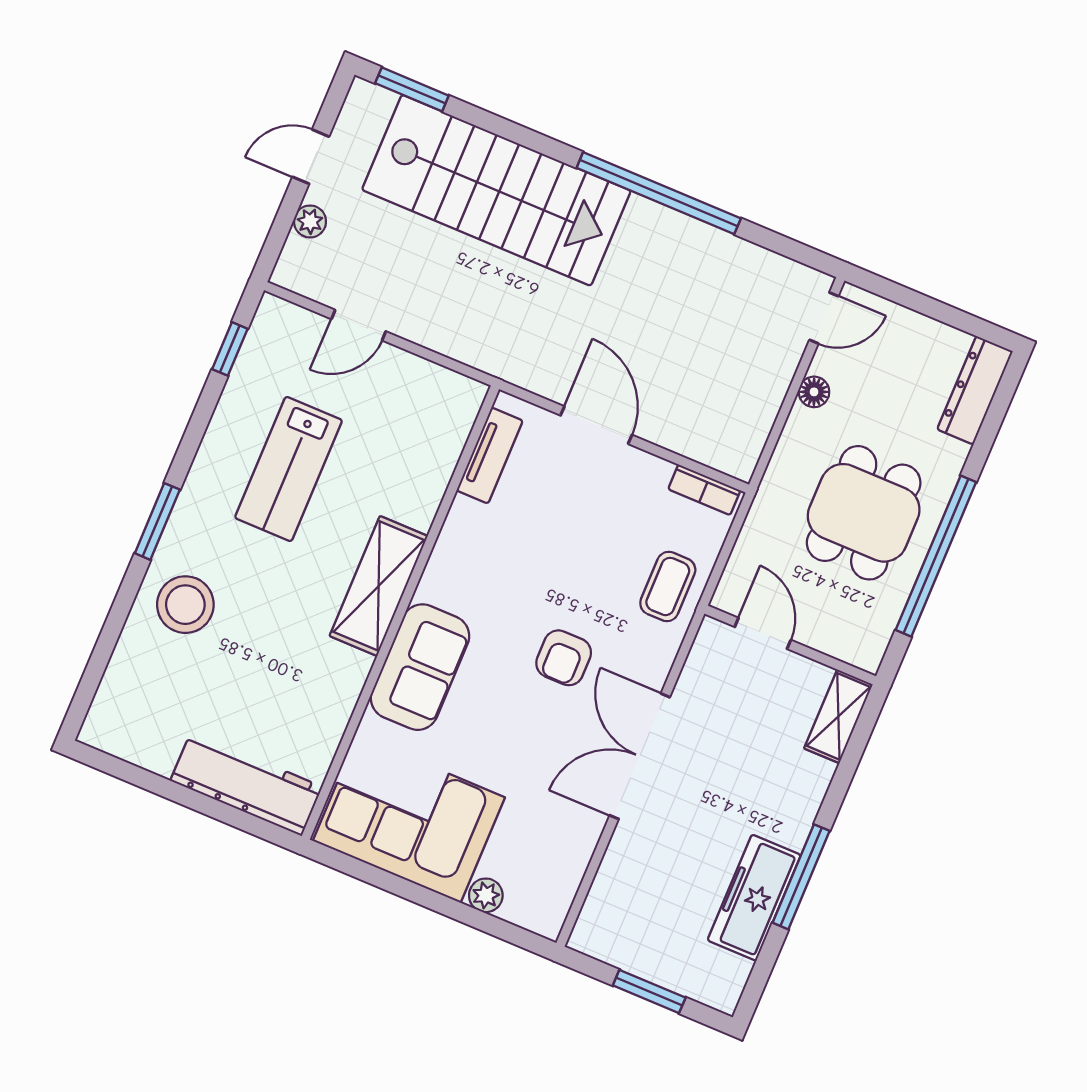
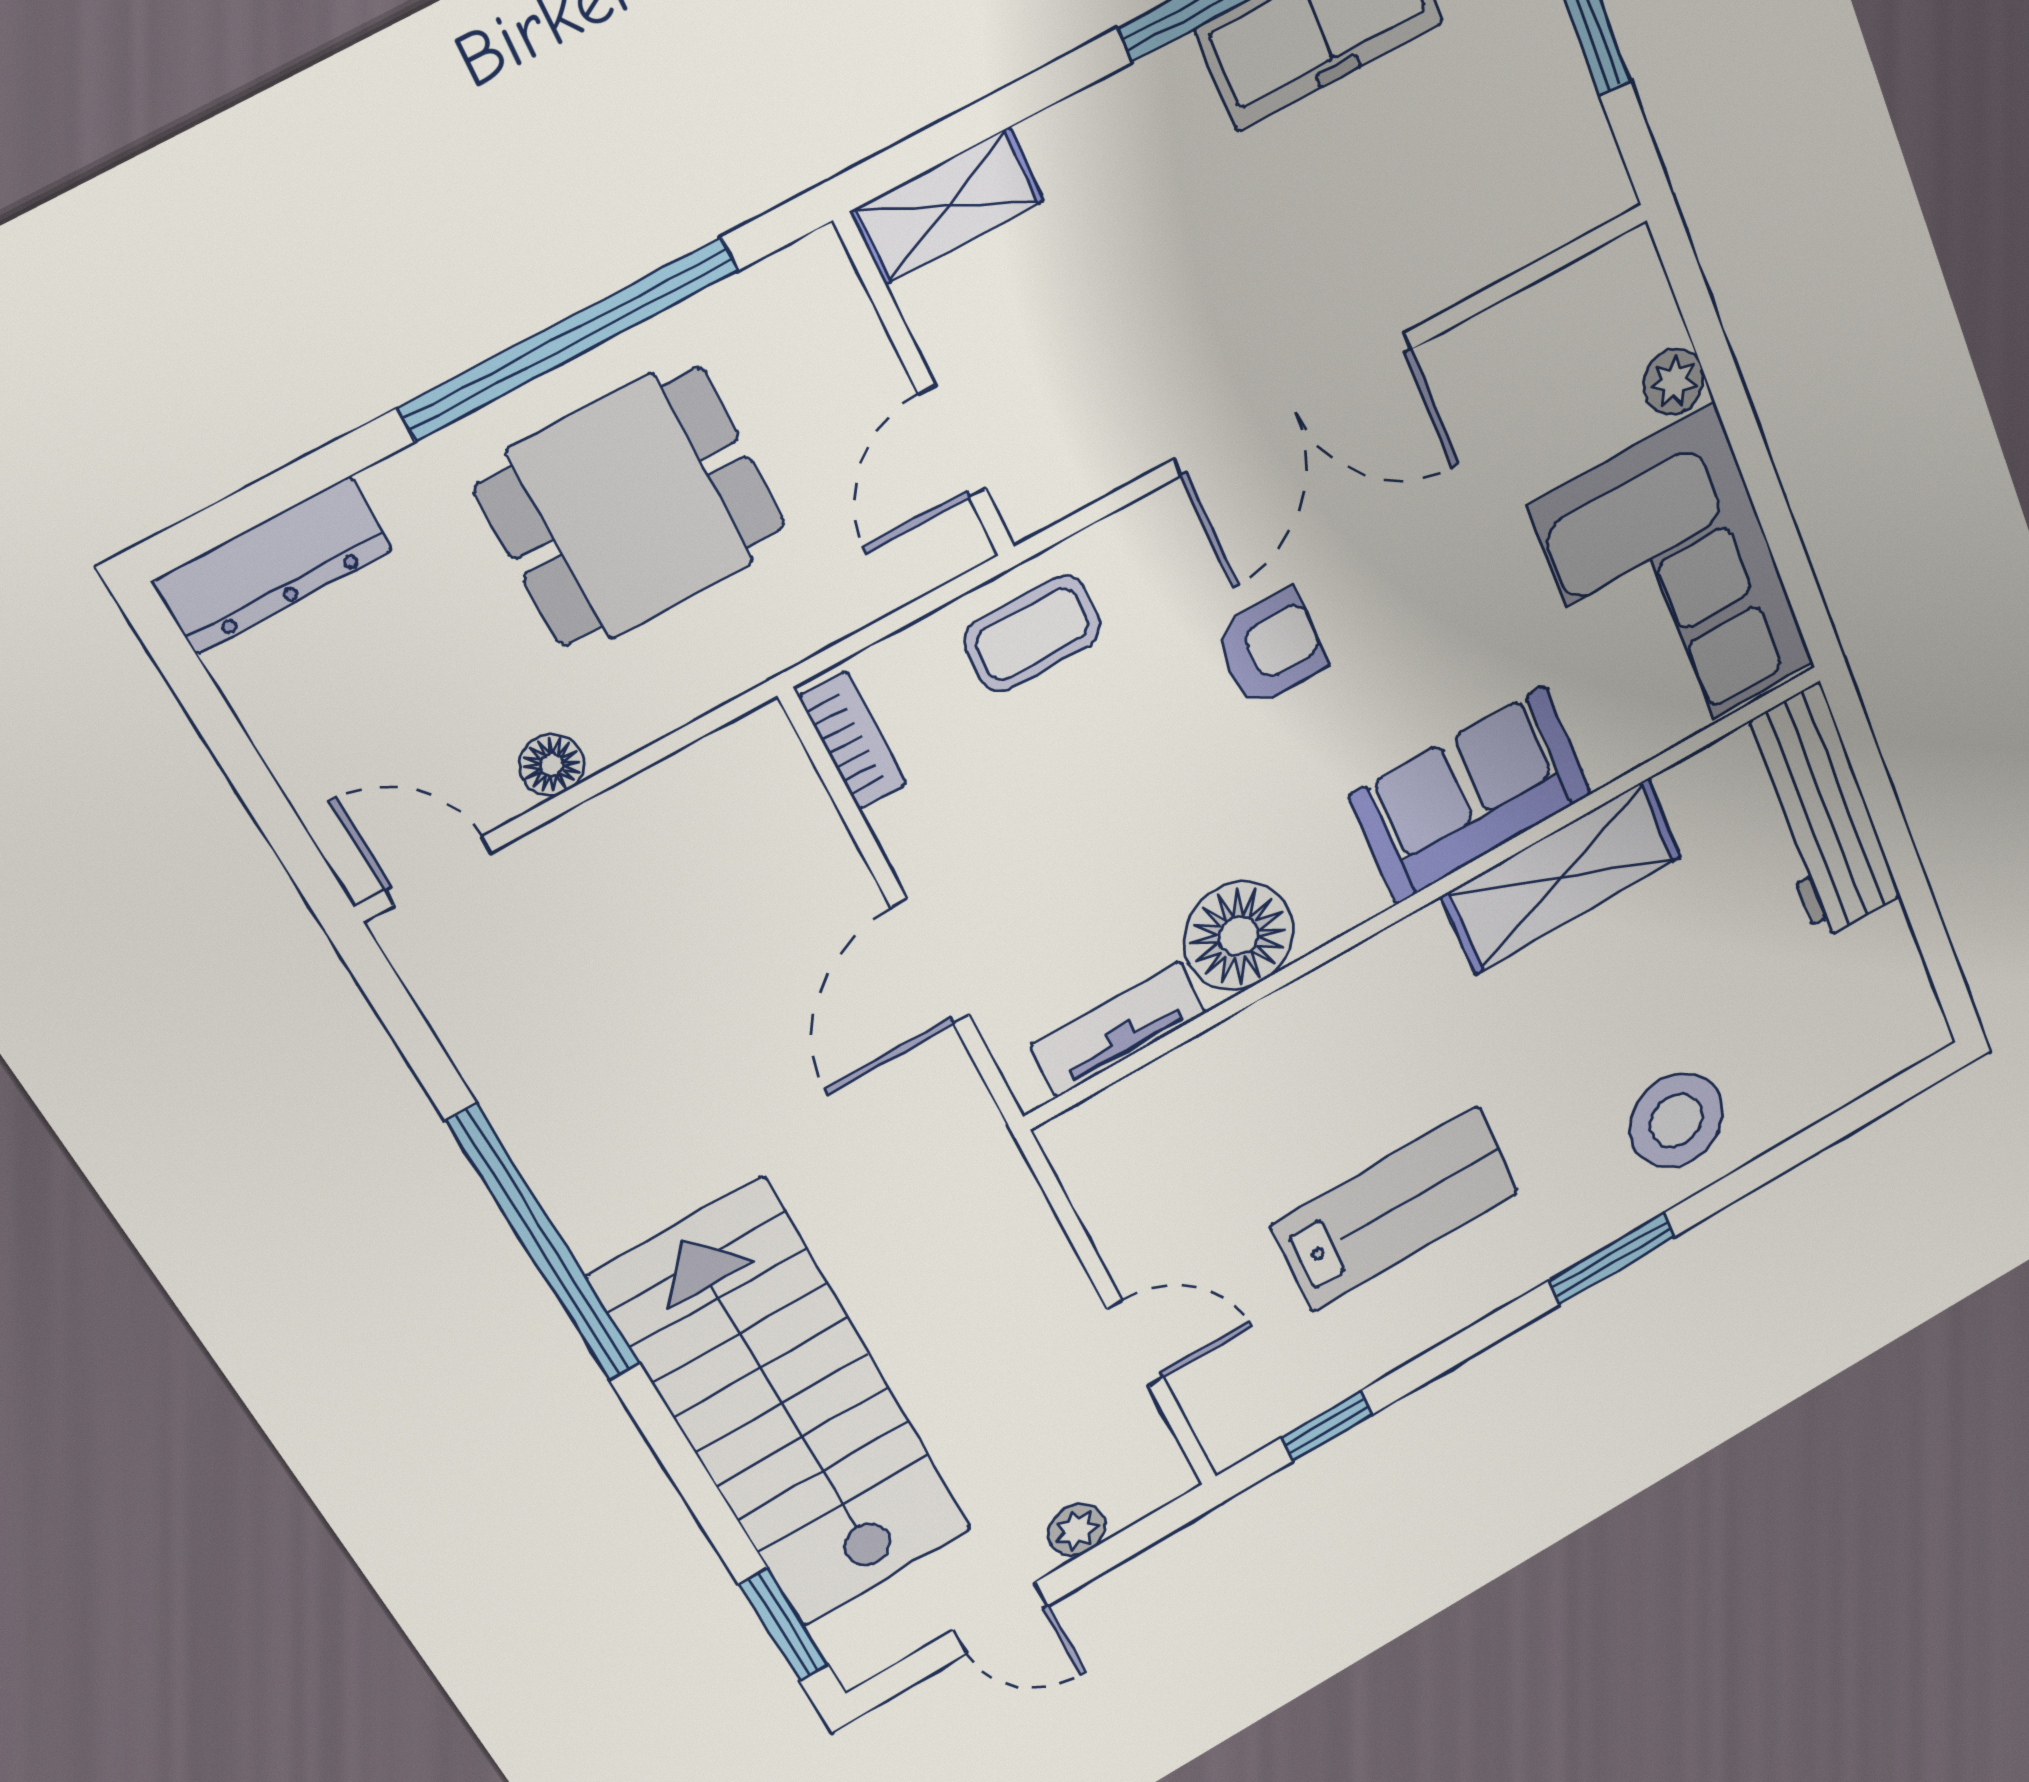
floor lamp: (471, 533) -> (1239, 936), added
shelving: (379, 586) -> (1562, 877), moved

